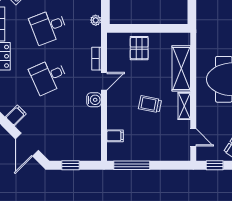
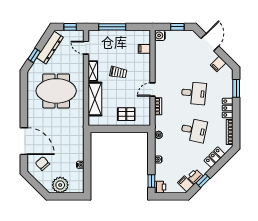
desk: (49, 27) -> (194, 130), turned 33
pallet: (139, 48) -> (126, 114), turned 90
desk: (49, 76) -> (194, 93), turned 30
water cooler: (94, 100) -> (160, 35), moved
window: (132, 165) -> (112, 27), moved

